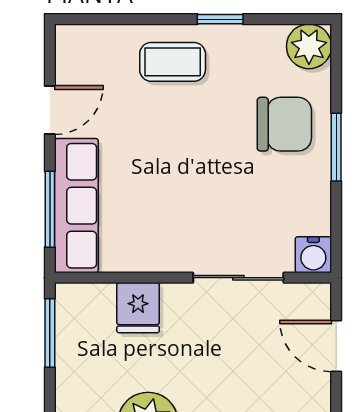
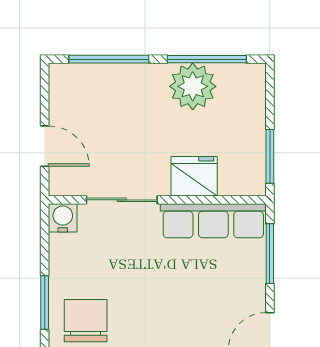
chair: (284, 124) -> (86, 321), turned 90
row of seats: (76, 206) -> (213, 221), moved, turned -90
fridge: (138, 308) -> (194, 176), width x1.38

